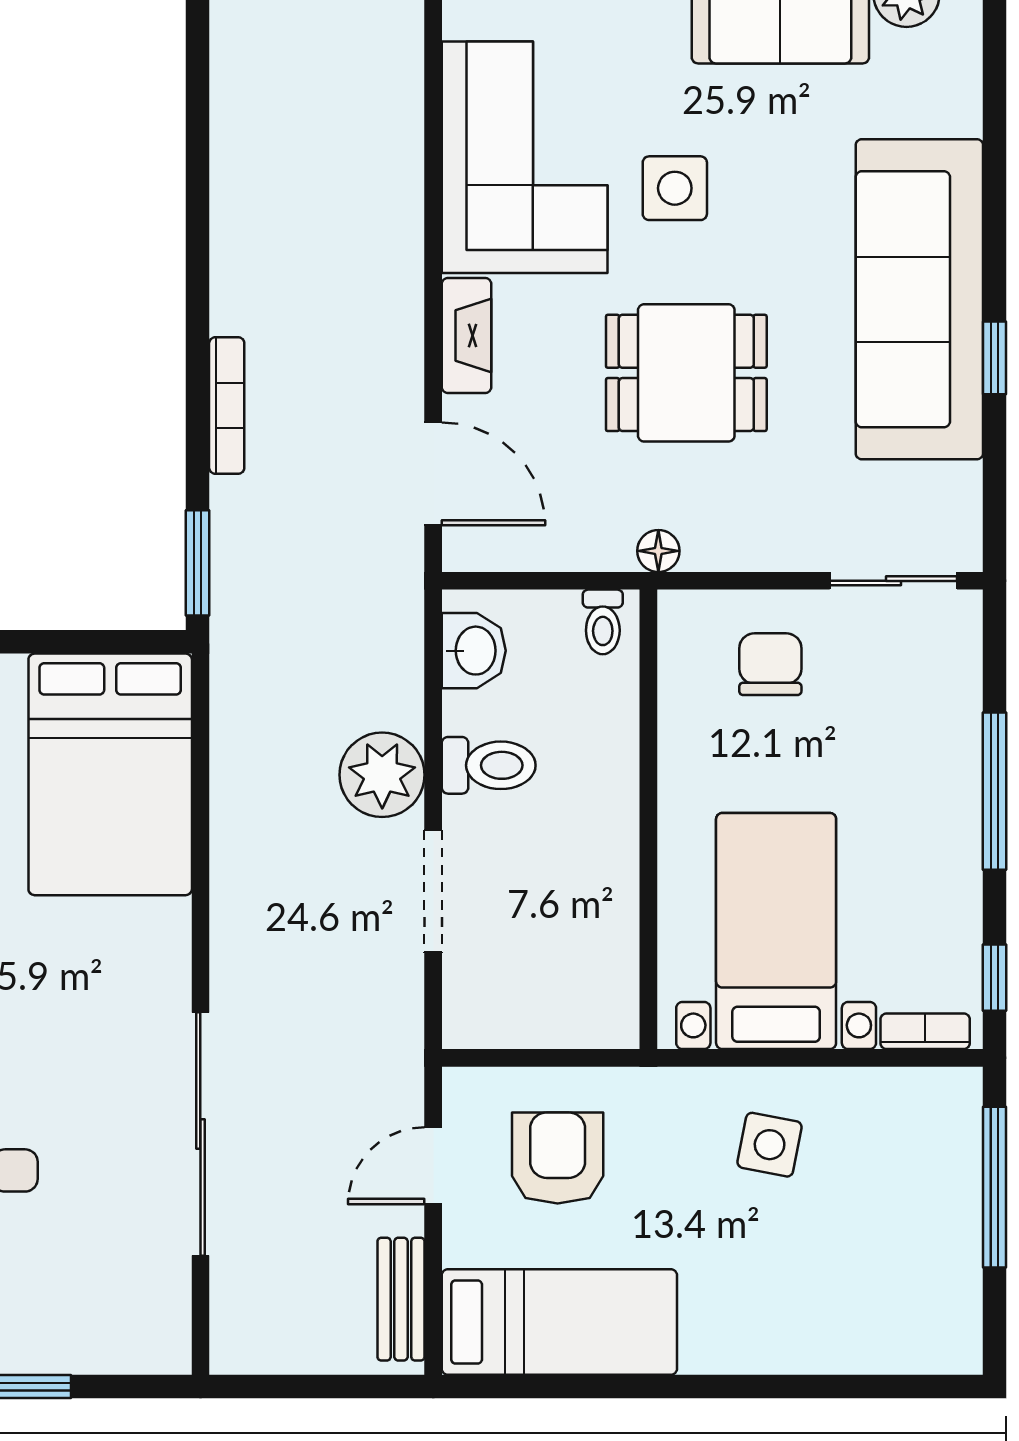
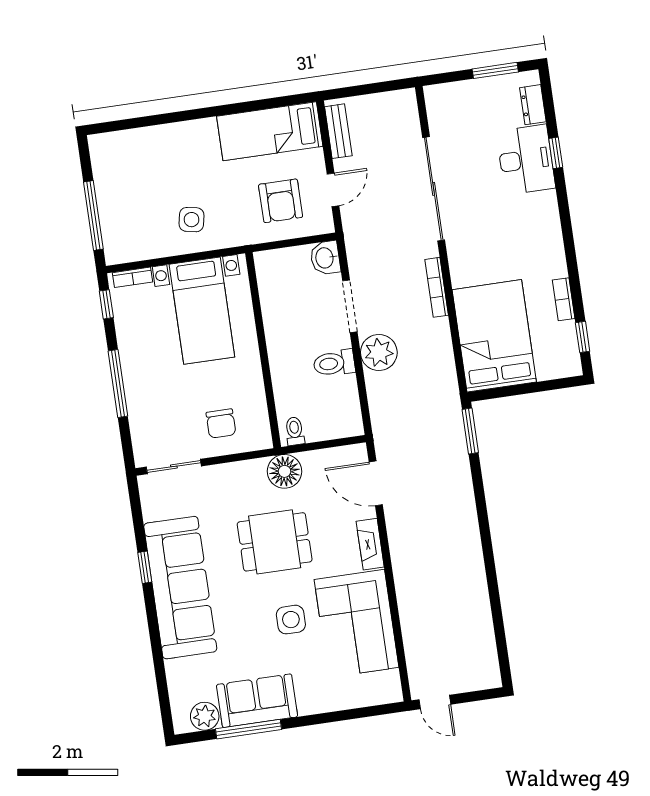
bookcase: (227, 405) -> (437, 287), moved
floor lamp: (658, 551) -> (285, 471), width x1.89, depth x1.89
washbasin: (474, 651) -> (325, 258), moved

